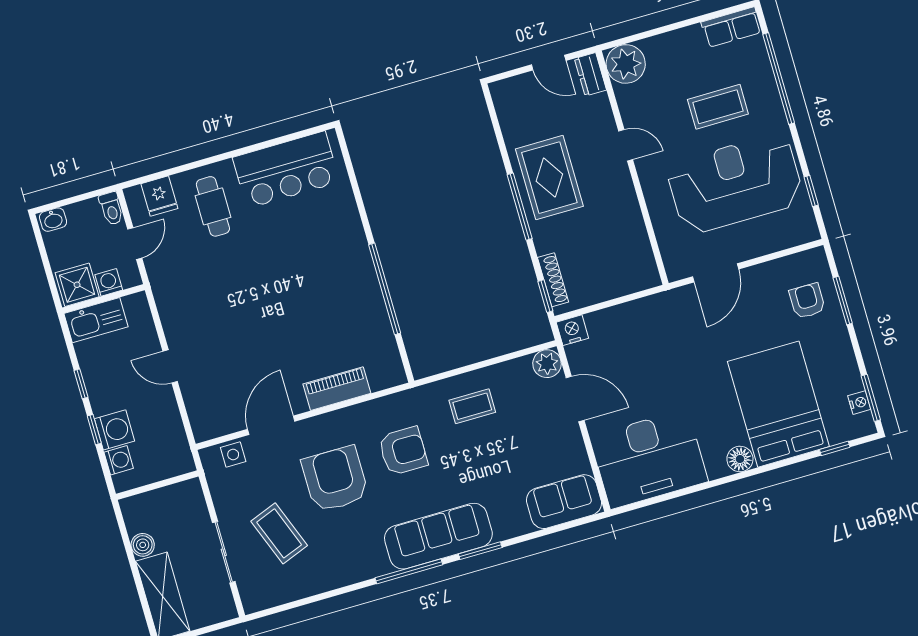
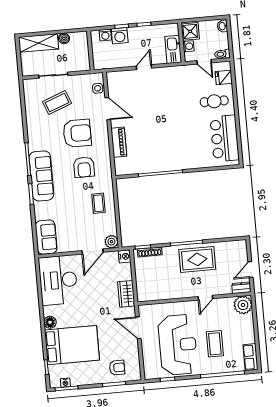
wardrobe: (650, 312) -> (126, 294), added
kitchen sink: (96, 320) -> (173, 49), moved

